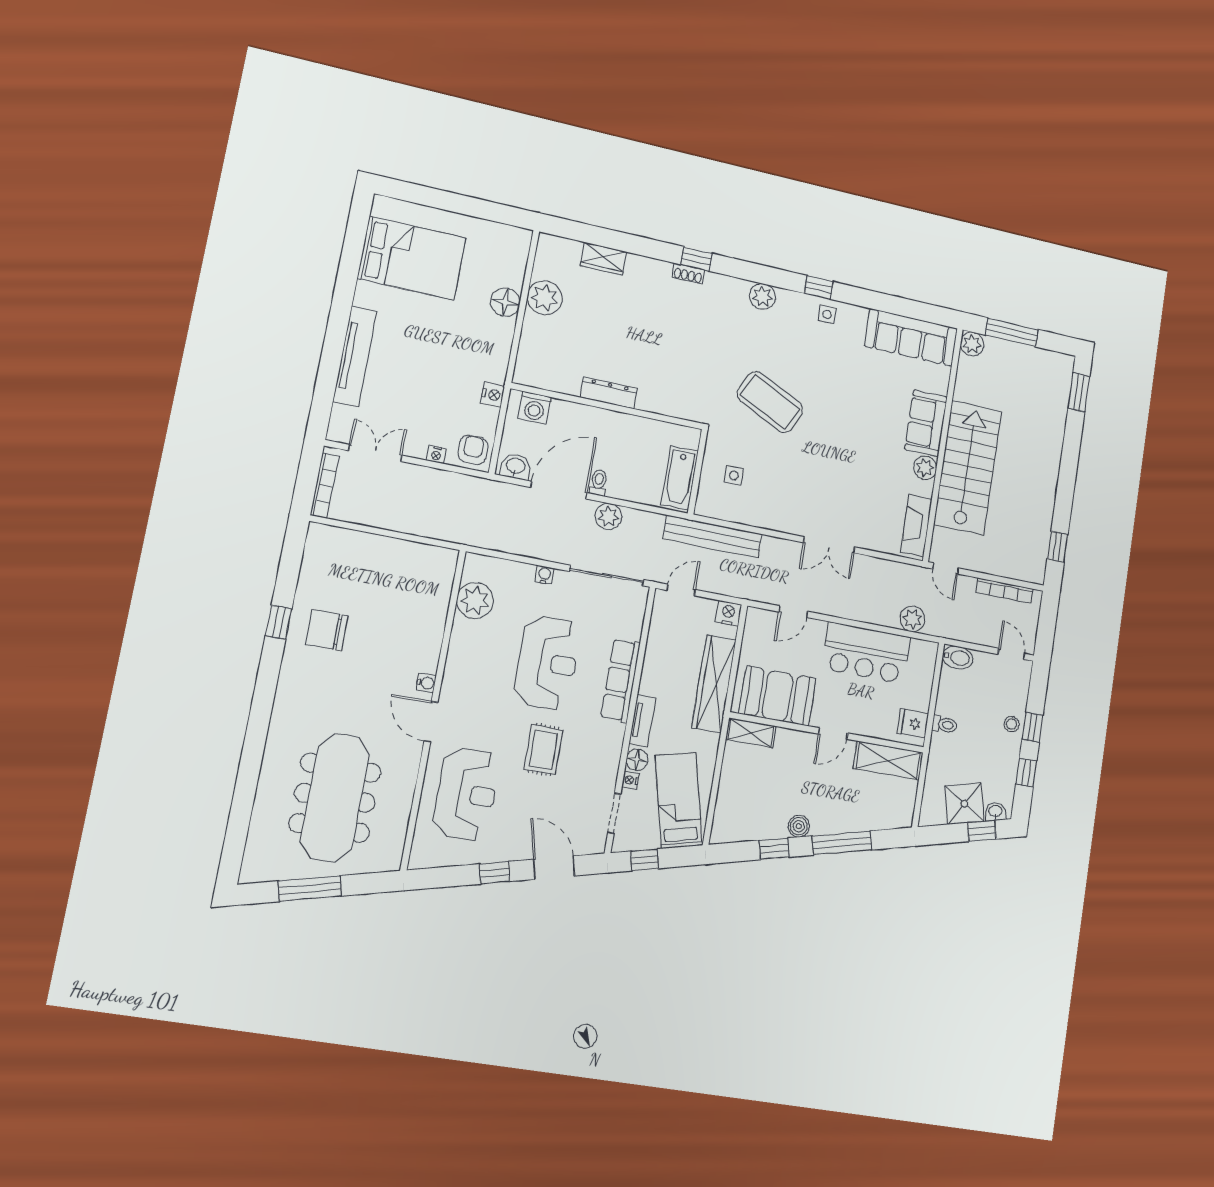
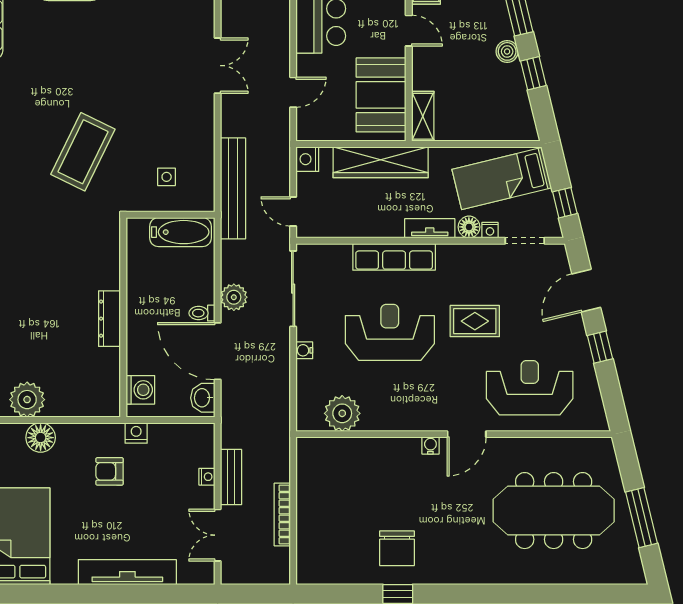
armchair: (473, 450) -> (109, 471), moved
bench: (431, 478) -> (231, 477), added
bookcase: (325, 485) -> (282, 514), moved, turned -90
door: (793, 612) -> (293, 92), hinge flipped

